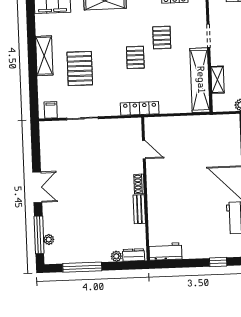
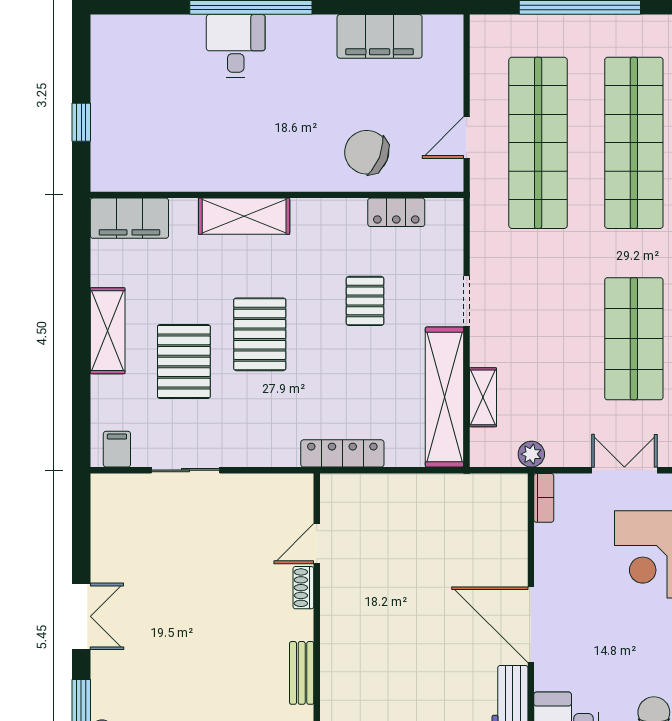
pallet: (135, 57) -> (260, 334), moved, width x1.50, depth x1.42
locker: (140, 108) -> (342, 453), moved
door: (144, 150) -> (317, 544), swing flipped
shoe rack: (139, 184) -> (303, 588), moved

